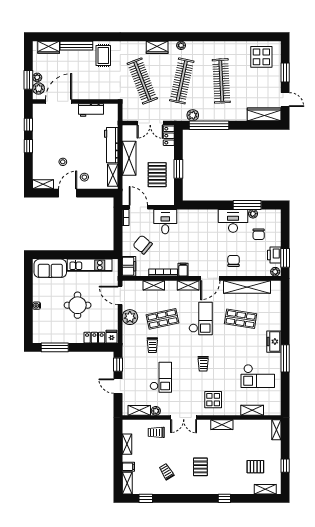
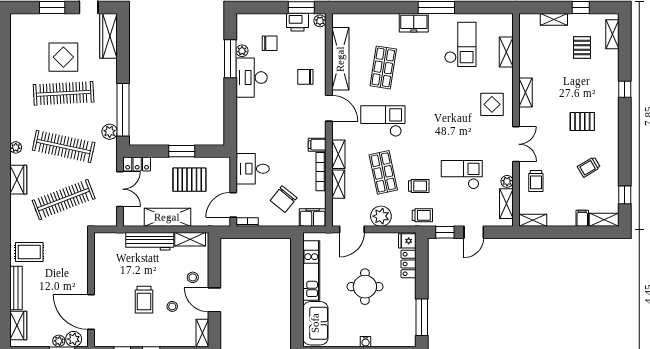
display table: (261, 57) -> (63, 57), moved
workbench: (91, 110) -> (103, 269), removed
trolley: (68, 141) -> (144, 300), added
shelving: (188, 285) -> (338, 154), moved
trolley: (203, 364) -> (422, 215), moved
shelving: (276, 430) -> (554, 19), moved
shelving: (127, 444) -> (533, 220), moved

